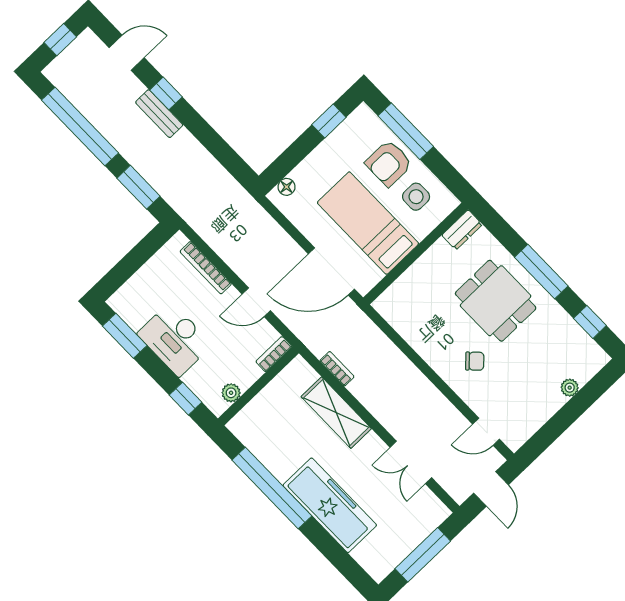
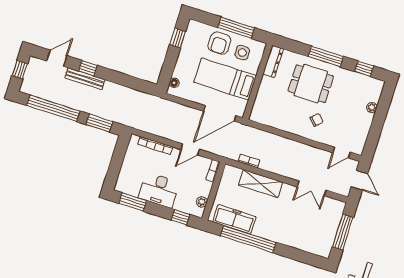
bench: (159, 114) -> (85, 79), width x1.36
window: (406, 131) -> (236, 28), moved
dresser: (462, 230) -> (273, 61), width x1.44
freezer: (330, 505) -> (234, 219), moved, width x0.73, depth x0.79

